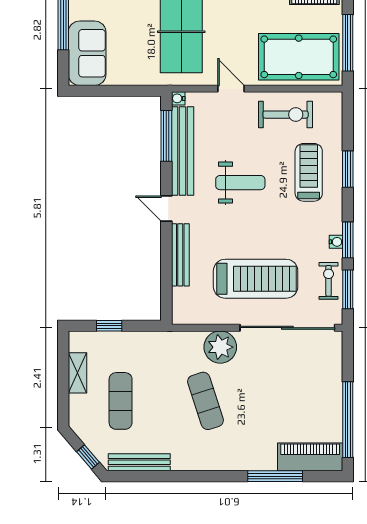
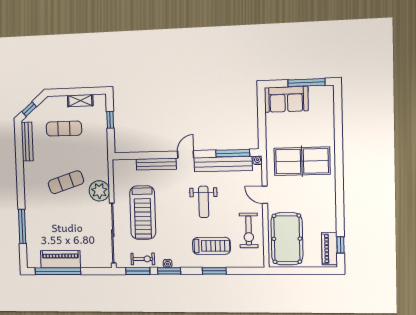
window: (348, 43) -> (297, 271), removed
door: (231, 89) -> (265, 195), swing flipped
piano: (310, 457) -> (60, 259), moved, turned -90

